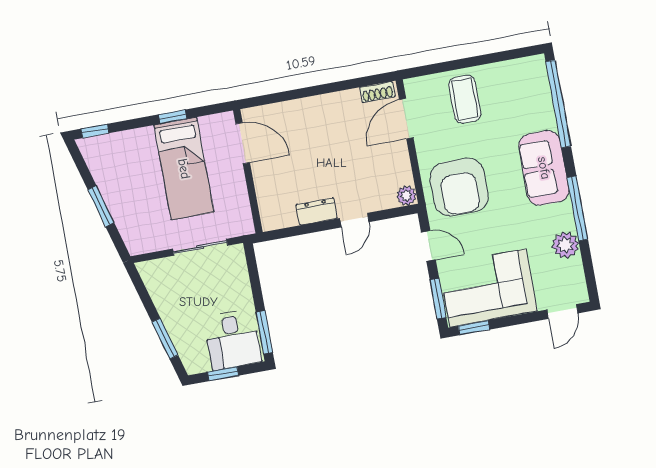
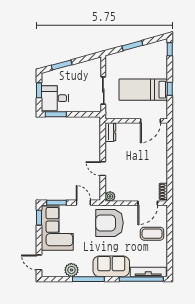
tv unit: (542, 93) -> (148, 272), added
door: (406, 119) -> (148, 203), swing flipped
dresser: (317, 211) -> (110, 132), moved
door: (428, 246) -> (83, 203), swing flipped

